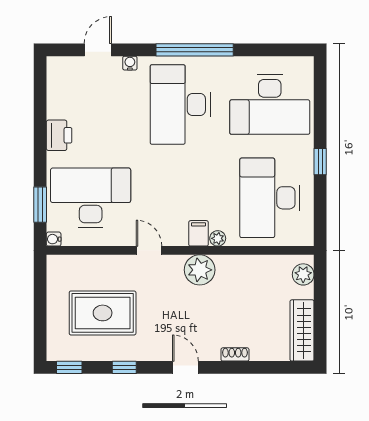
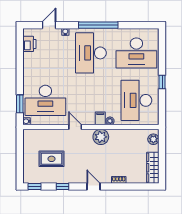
printer: (59, 135) -> (29, 44), moved
desk: (91, 198) -> (45, 100), turned 180
rug: (103, 313) -> (51, 159), width x0.73, depth x0.70

